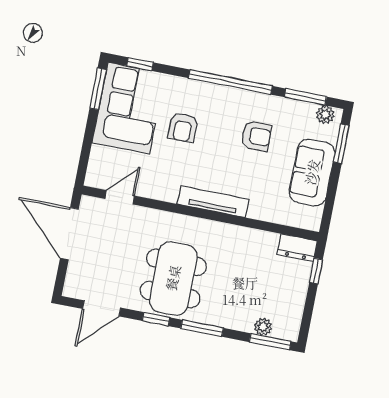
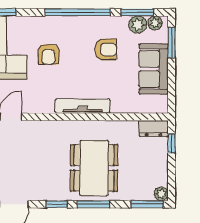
plant: (303, 112) -> (138, 25), added
dining table: (173, 278) -> (94, 168), moved
plant: (263, 327) -> (161, 194), moved

